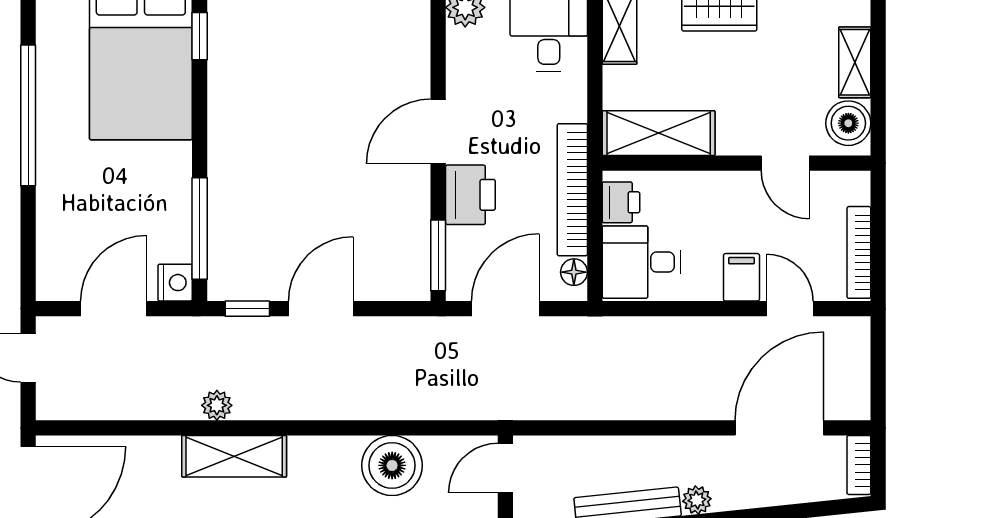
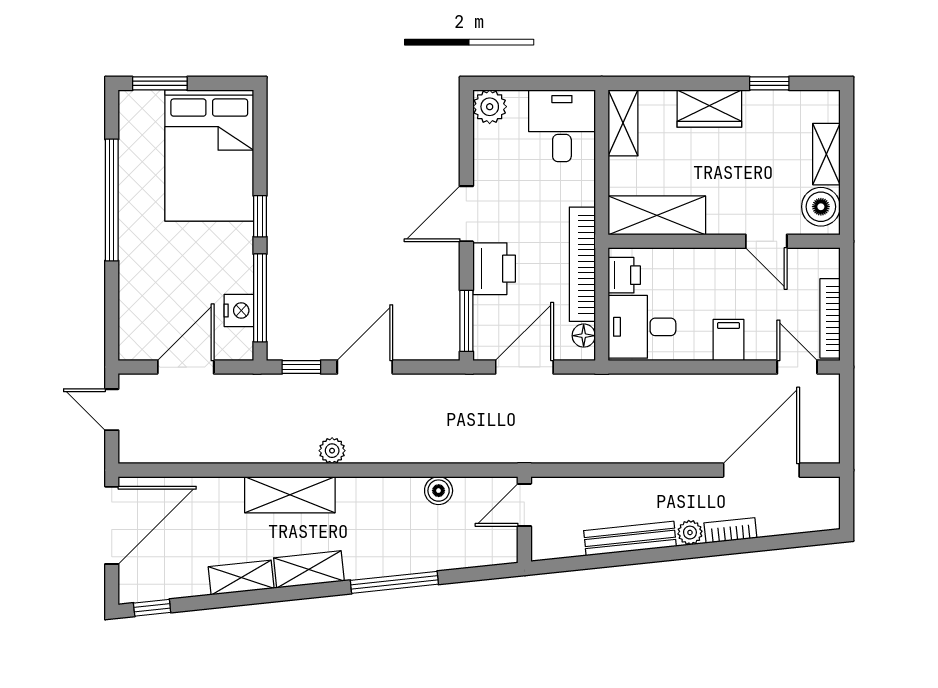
window: (200, 36) -> (260, 216), moved
nightstand: (175, 283) -> (239, 311), moved
door: (790, 309) -> (797, 367), moved
plant: (217, 405) -> (332, 451), moved
boiler: (392, 465) -> (439, 491), width x0.54, depth x0.54
bookcase: (859, 465) -> (730, 530), moved, turned 84

